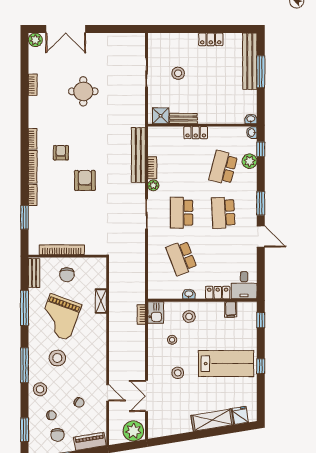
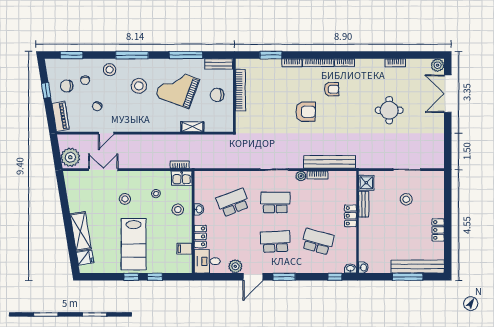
plant: (250, 161) -> (235, 266), moved
window: (261, 320) -> (155, 277), moved

